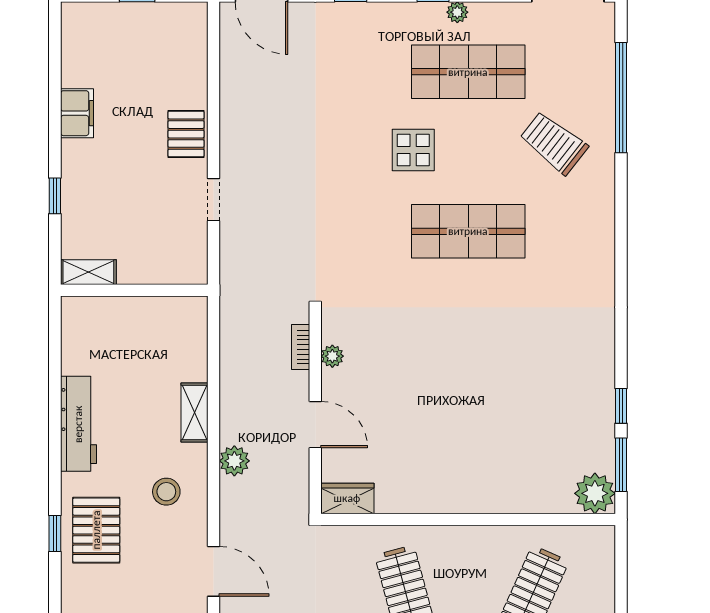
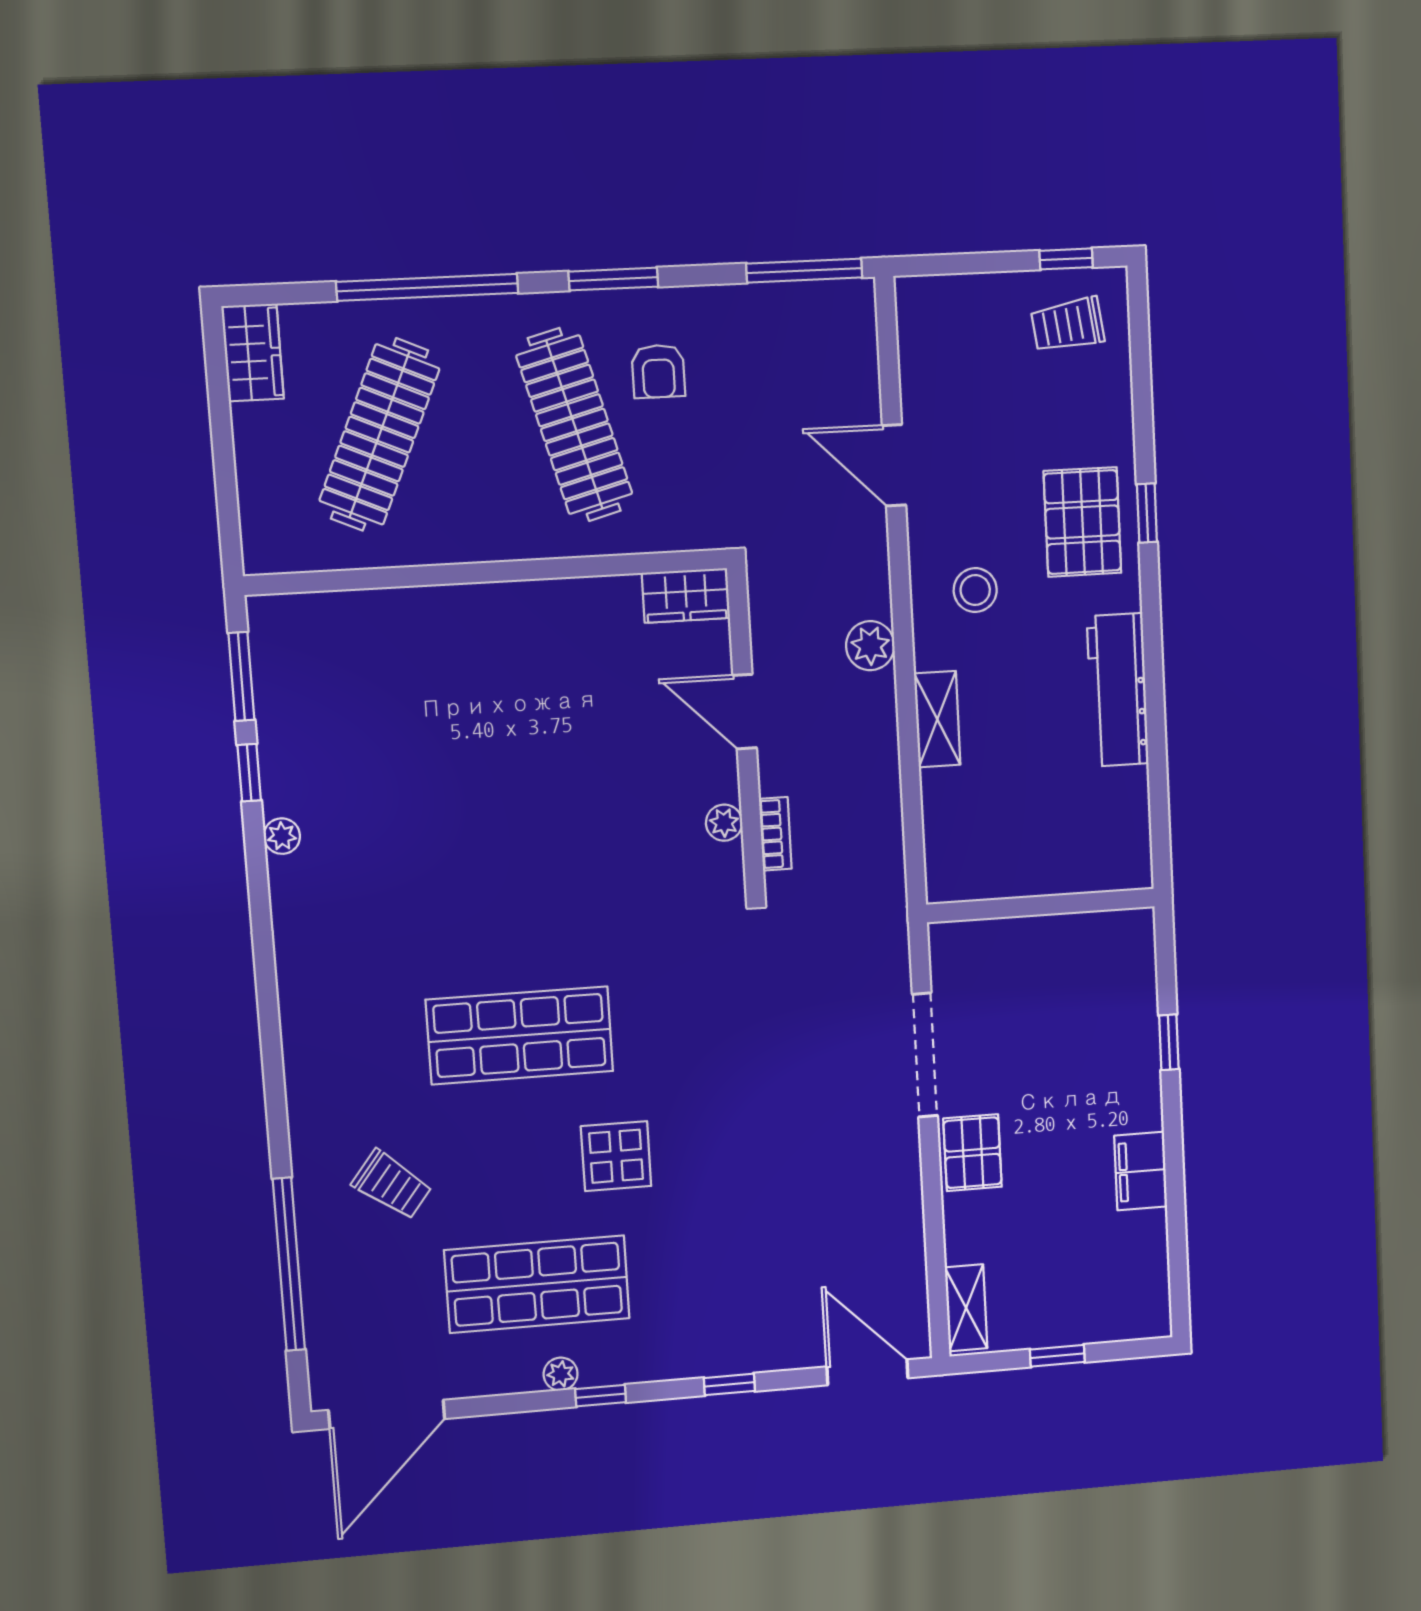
trolley: (554, 143) -> (392, 1185), width x0.73, depth x0.72
doorway: (213, 200) -> (925, 1055), width x1.88
shelving: (88, 272) -> (966, 1308), moved, turned 90
plant: (595, 493) -> (282, 836), moved, width x0.53, depth x0.53

